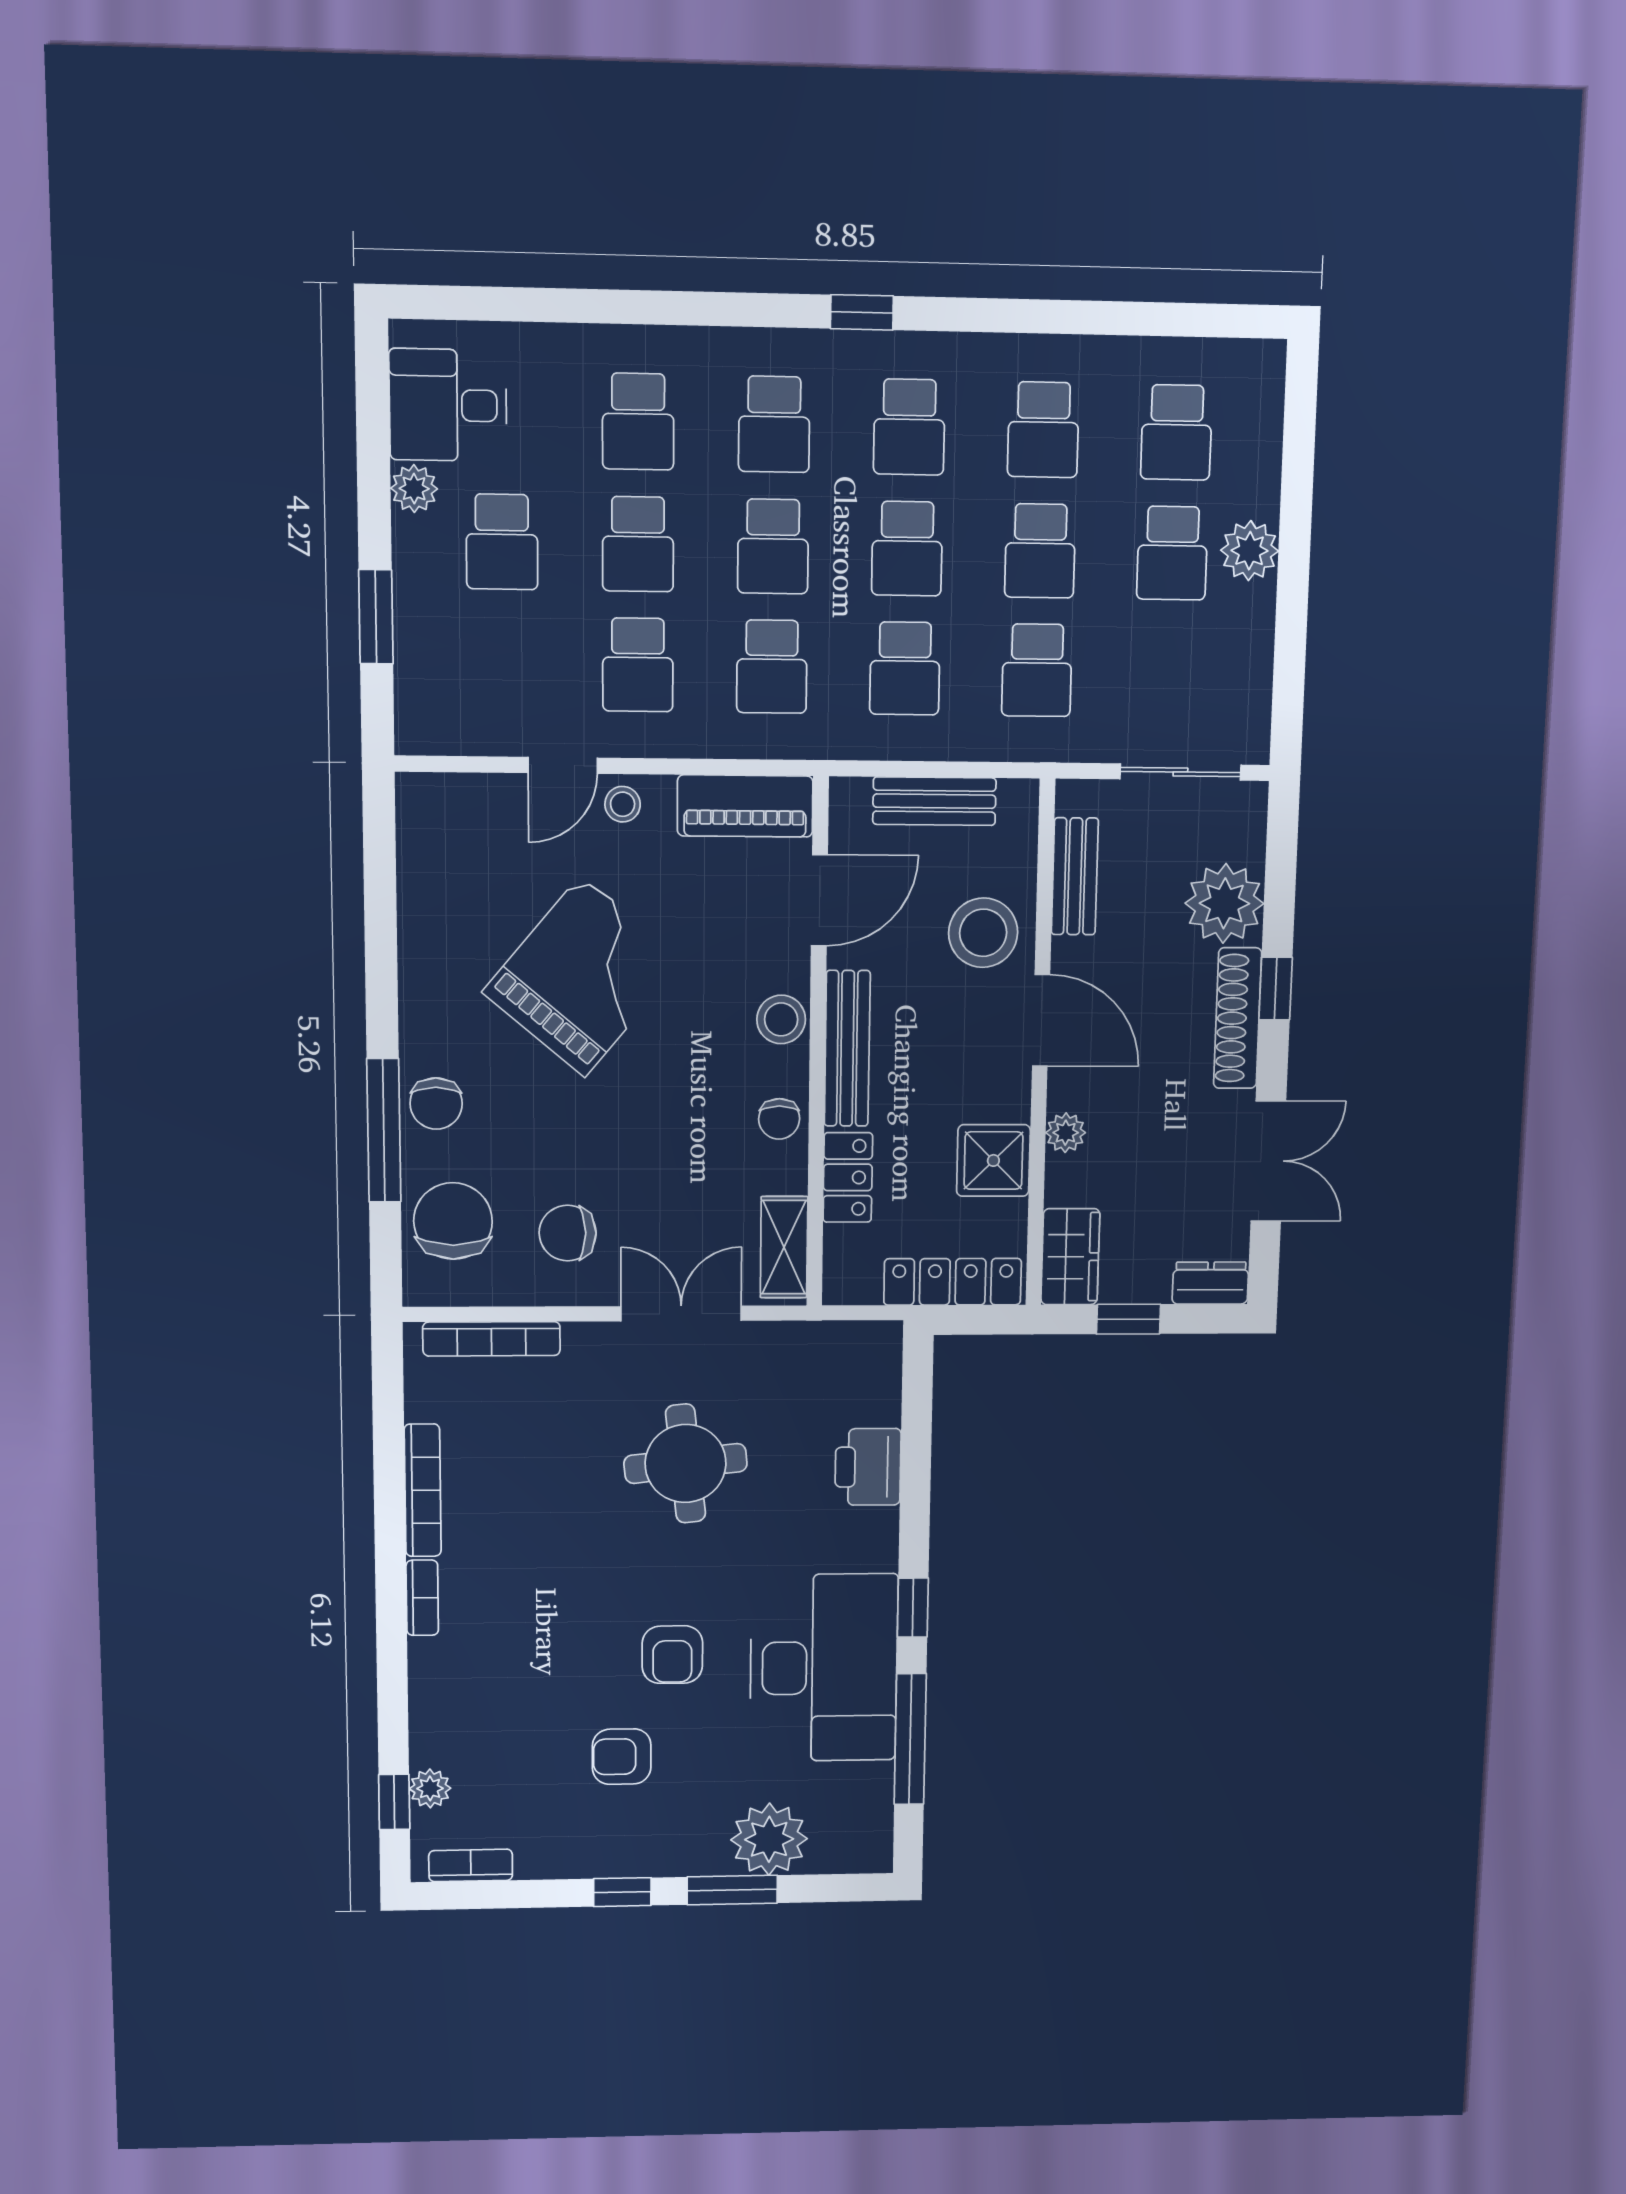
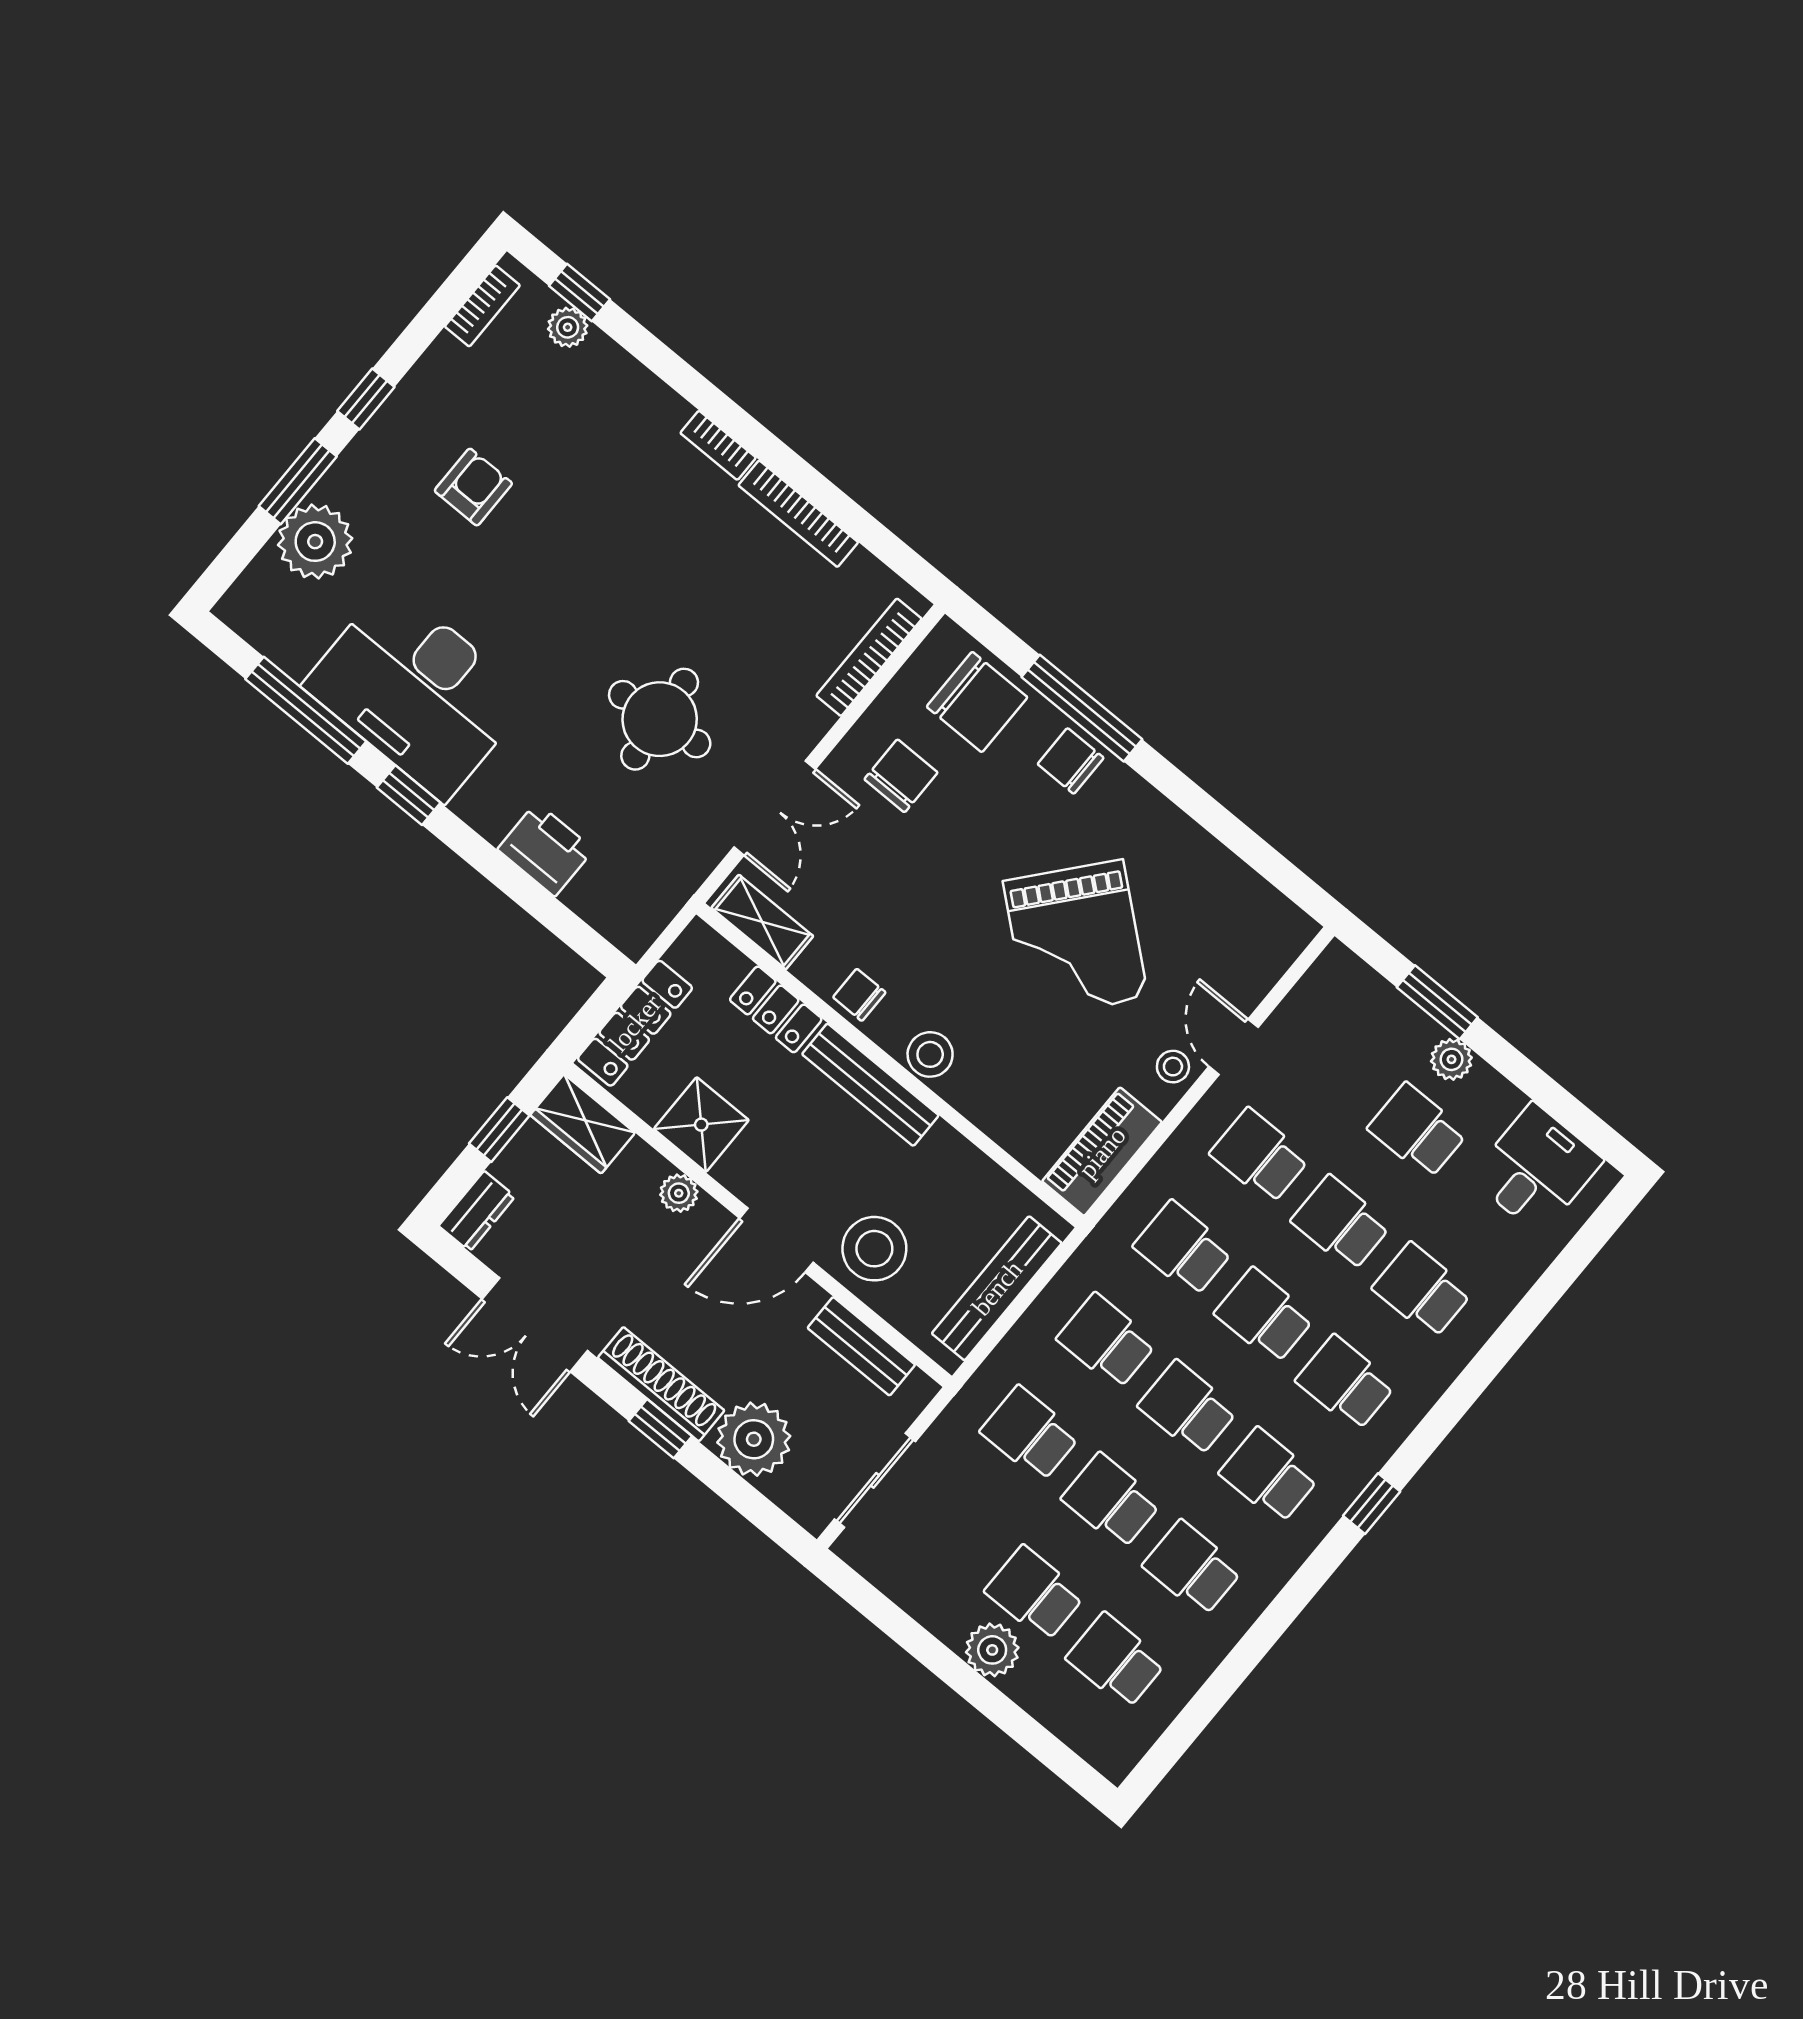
plant: (414, 489) -> (1451, 1059), moved
bench: (934, 801) -> (997, 1288), width x1.36
door: (819, 900) -> (993, 1150), removed
armchair: (672, 1655) -> (521, 589), removed

